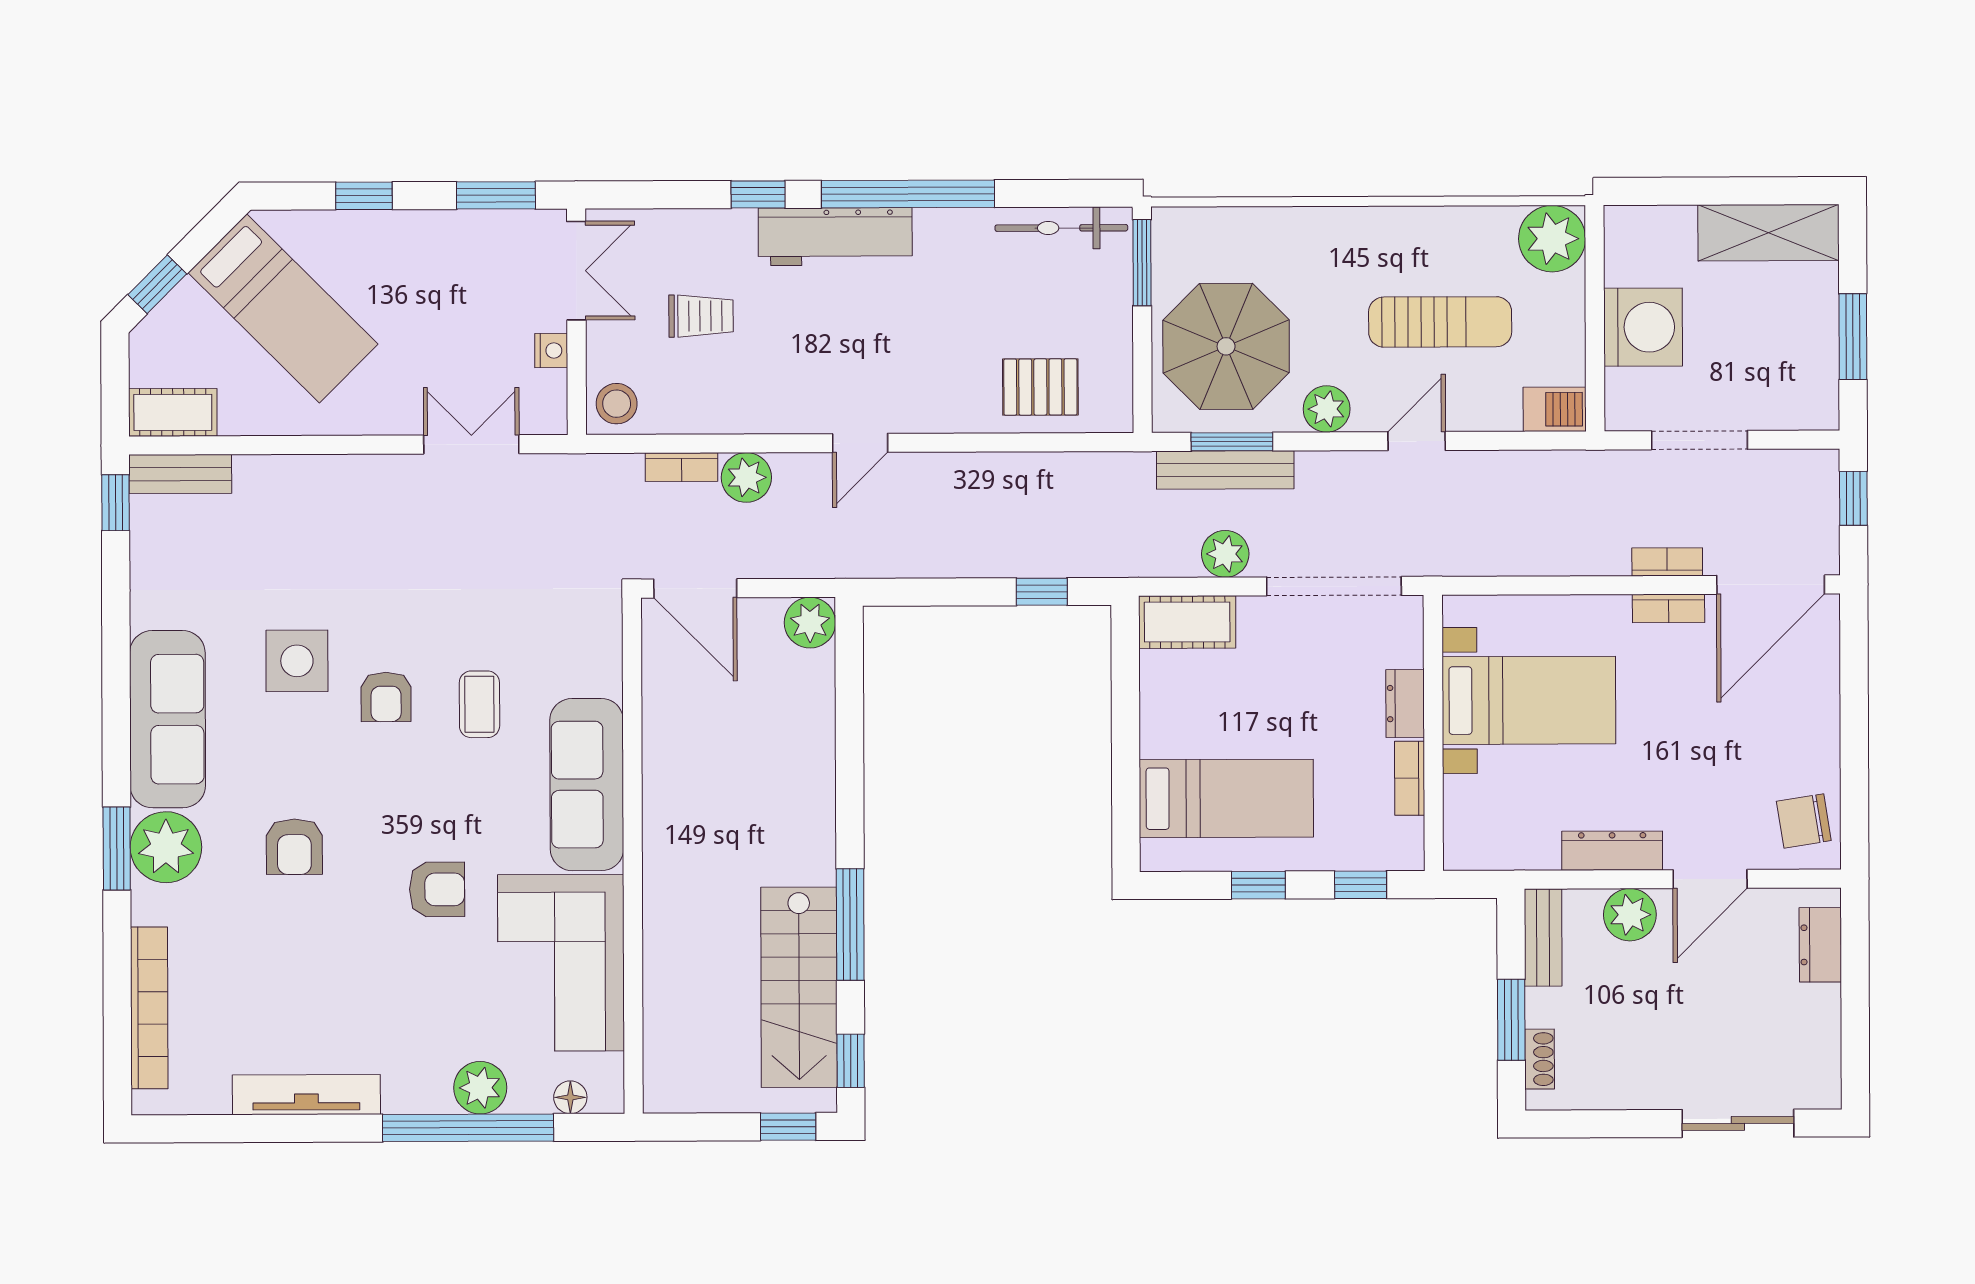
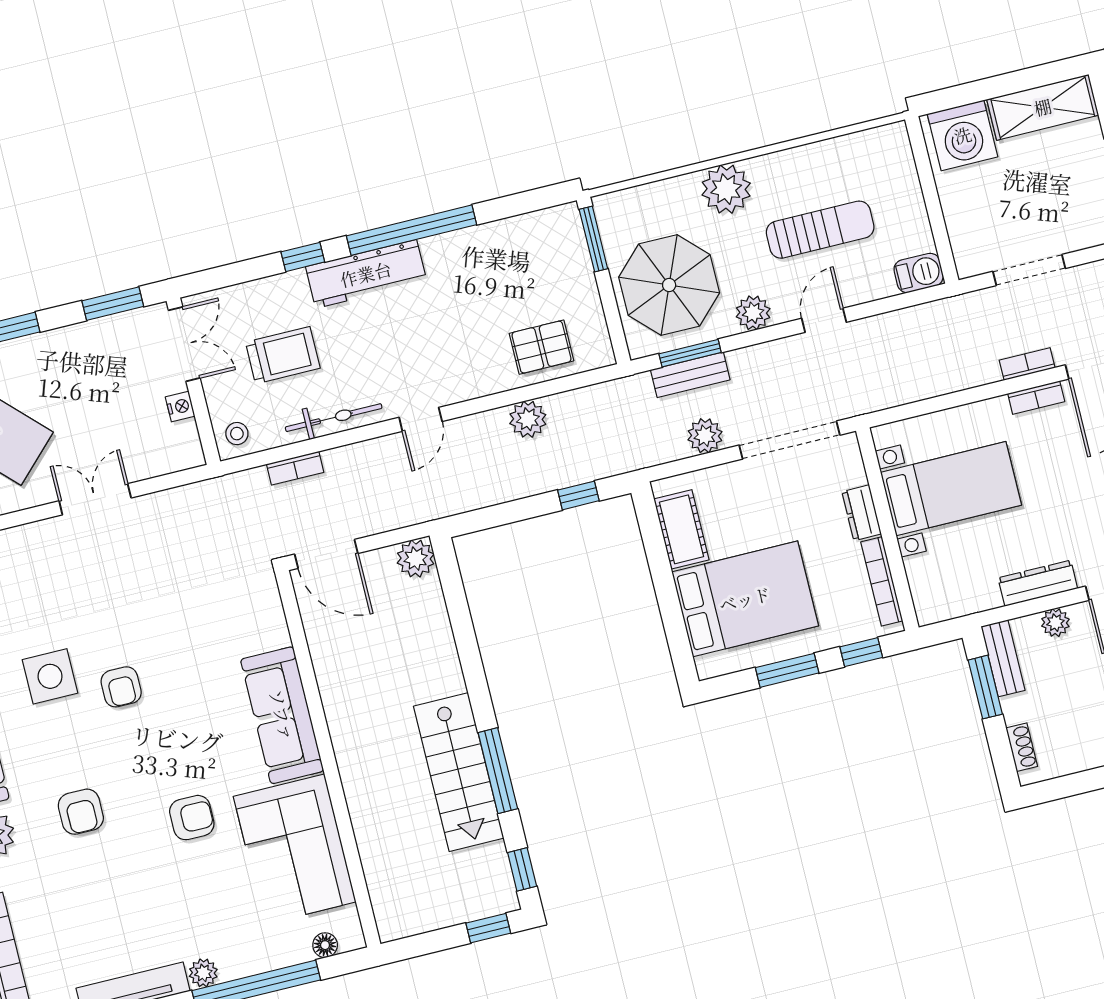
bicycle: (1061, 228) -> (334, 418), moved, turned 180
plant: (1552, 239) -> (726, 189), moved
trolley: (701, 316) -> (283, 355), width x1.36, depth x1.39
washing machine: (1643, 327) -> (963, 135), moved, turned 90
stool: (617, 404) -> (237, 434), width x0.73, depth x0.73
double door: (471, 444) -> (95, 499), moved
bench: (1225, 470) -> (690, 375), width x0.73
plant: (746, 477) -> (528, 419), moved
cot: (1187, 622) -> (681, 529), moved, turned 90
coffee table: (479, 704) -> (190, 676), removed
bookcase: (1410, 778) -> (882, 581), width x1.56
bed: (1226, 798) -> (745, 599), width x1.50
window: (1258, 885) -> (787, 670), width x1.50
plant: (1630, 915) -> (1055, 623), width x0.73, depth x0.73
stairs: (799, 987) -> (459, 772), moved
window: (1511, 1020) -> (985, 687), moved
plant: (480, 1088) -> (203, 973), moved, width x0.73, depth x0.73

